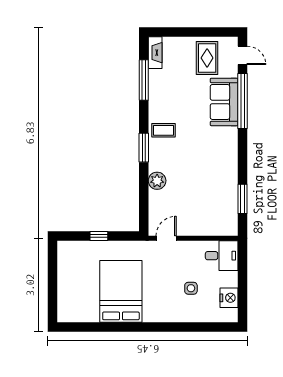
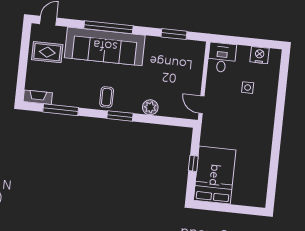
window: (243, 101) -> (108, 27), moved
sofa: (224, 102) -> (105, 46), width x1.85, depth x1.27
bed: (121, 291) -> (215, 175), moved, turned 90

